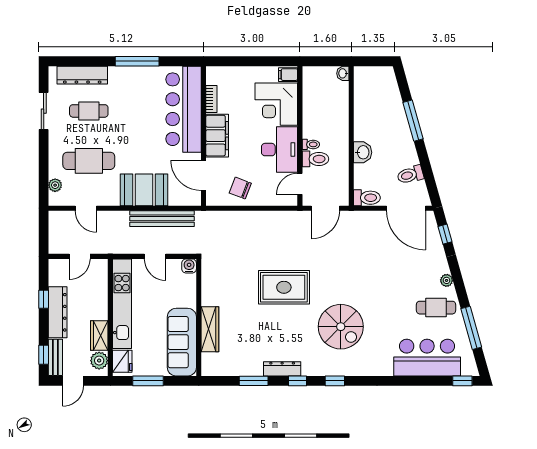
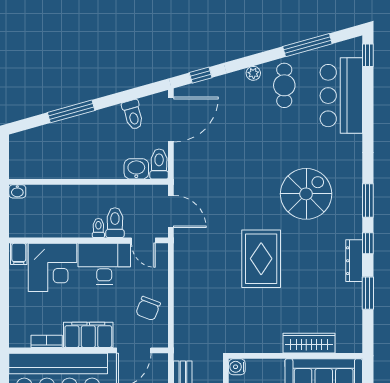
washbasin: (363, 152) -> (136, 169), moved
window: (335, 381) -> (368, 201), width x1.50

